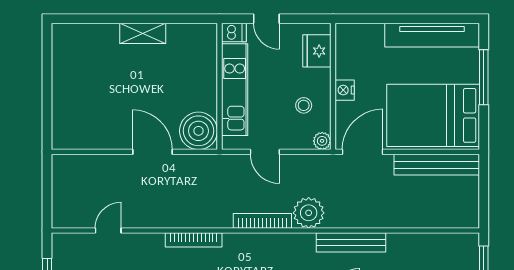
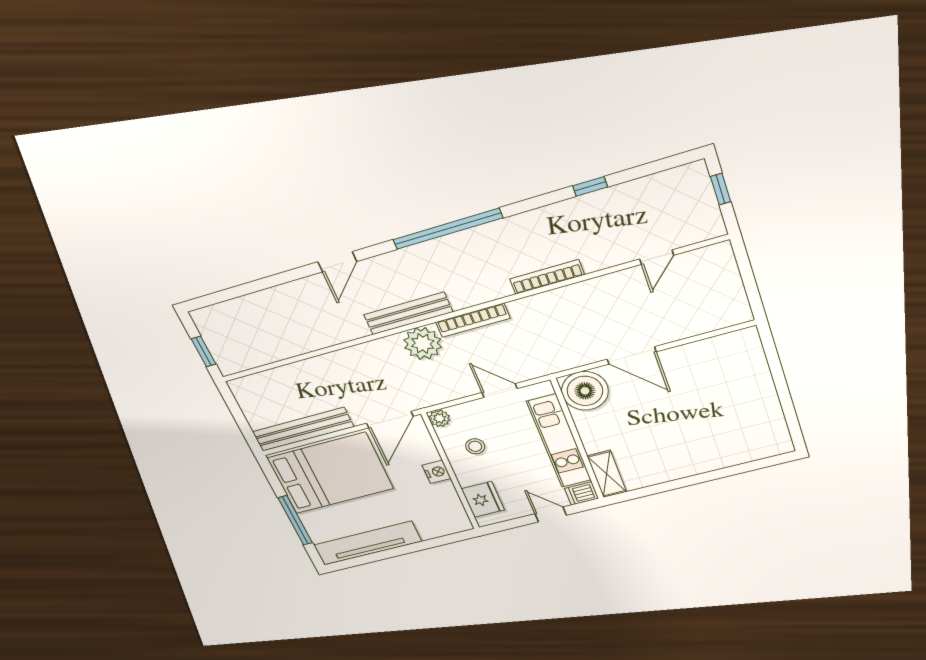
shelving: (143, 33) -> (607, 474), moved, turned 90
bench: (351, 242) -> (408, 313), moved

